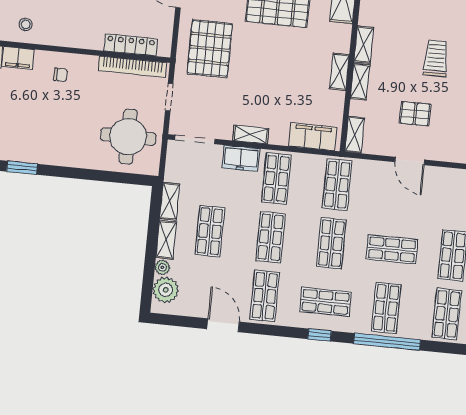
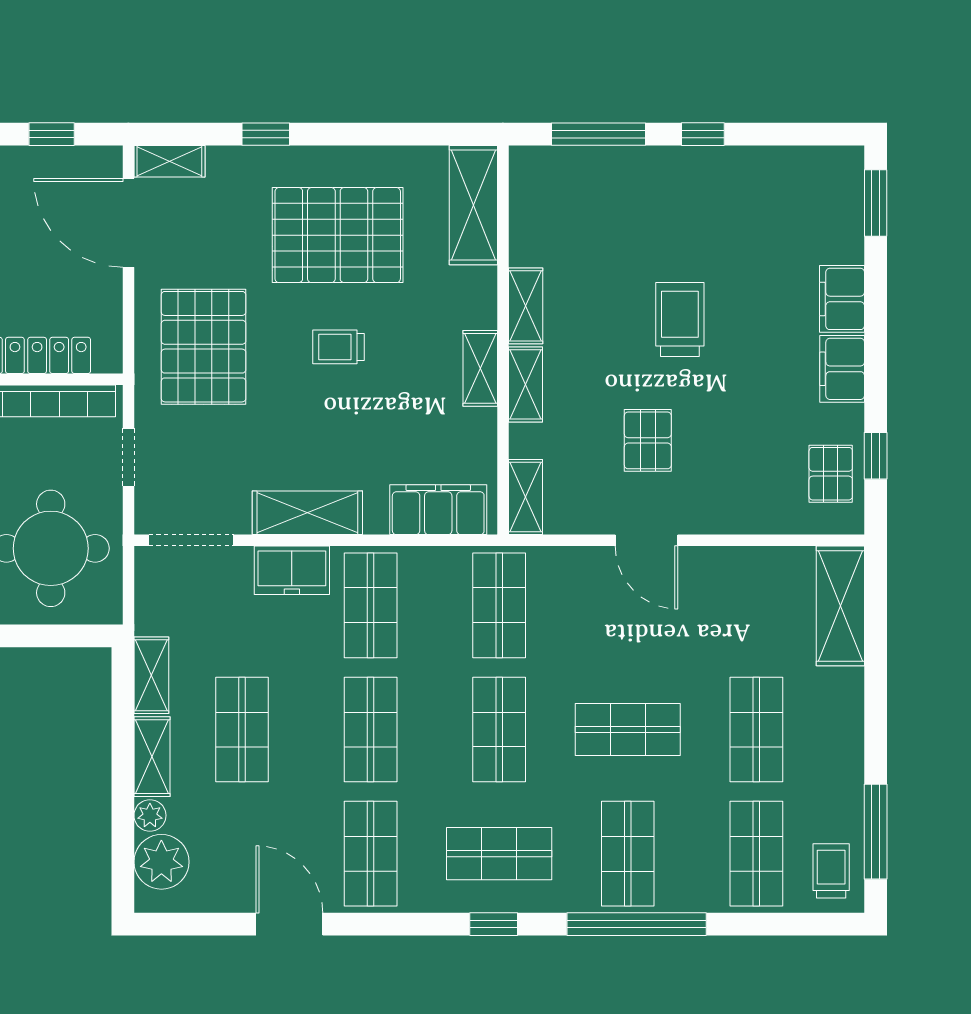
trolley: (273, 55) -> (338, 347), added
pallet: (415, 114) -> (648, 440), turned 90
shelving: (251, 135) -> (307, 513), width x1.50, depth x1.33

